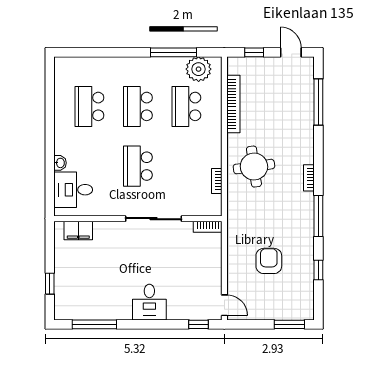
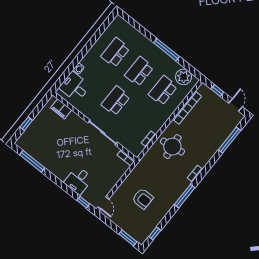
window: (173, 52) -> (167, 50), moved
armchair: (269, 261) -> (143, 199), turned 90
window: (318, 270) -> (155, 233), moved
desk: (149, 302) -> (78, 180), moved

